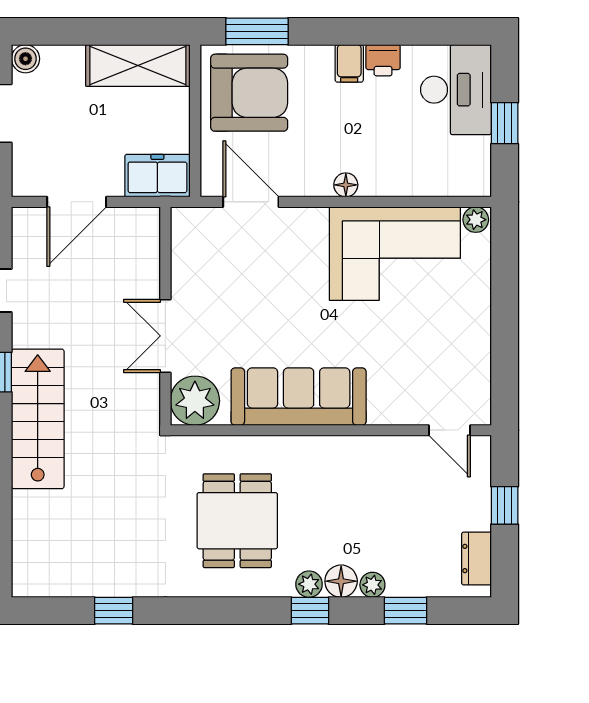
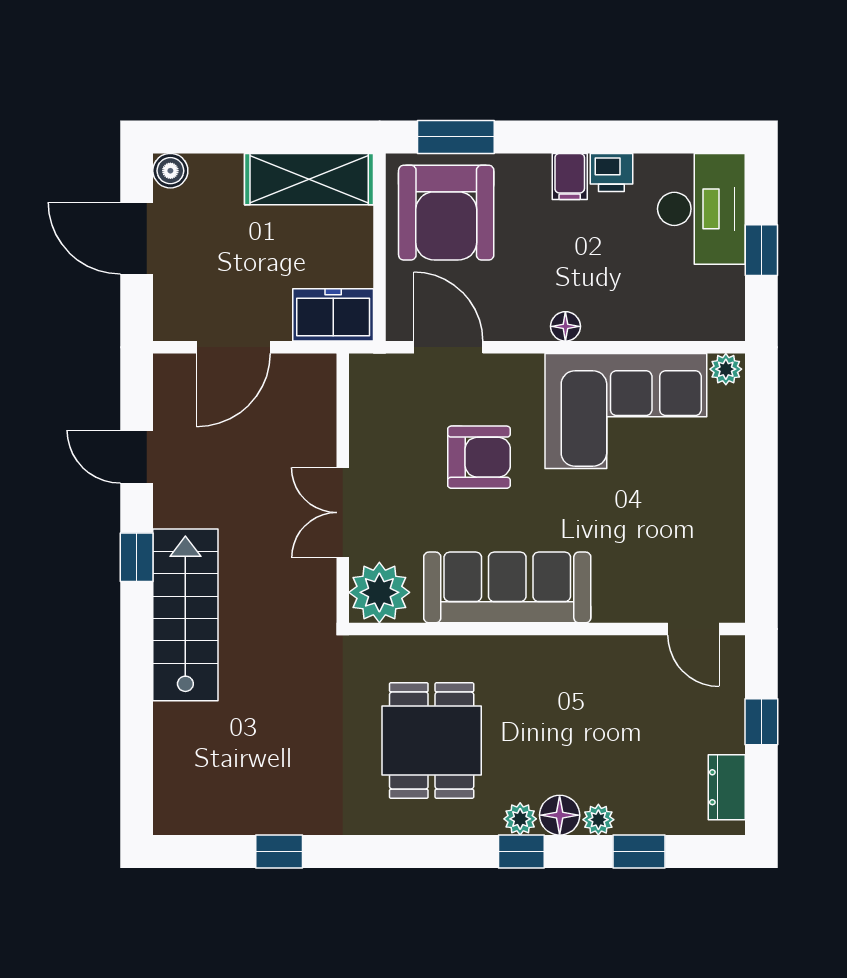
armchair: (249, 93) -> (446, 213), turned 90
armchair: (276, 291) -> (479, 457), added

